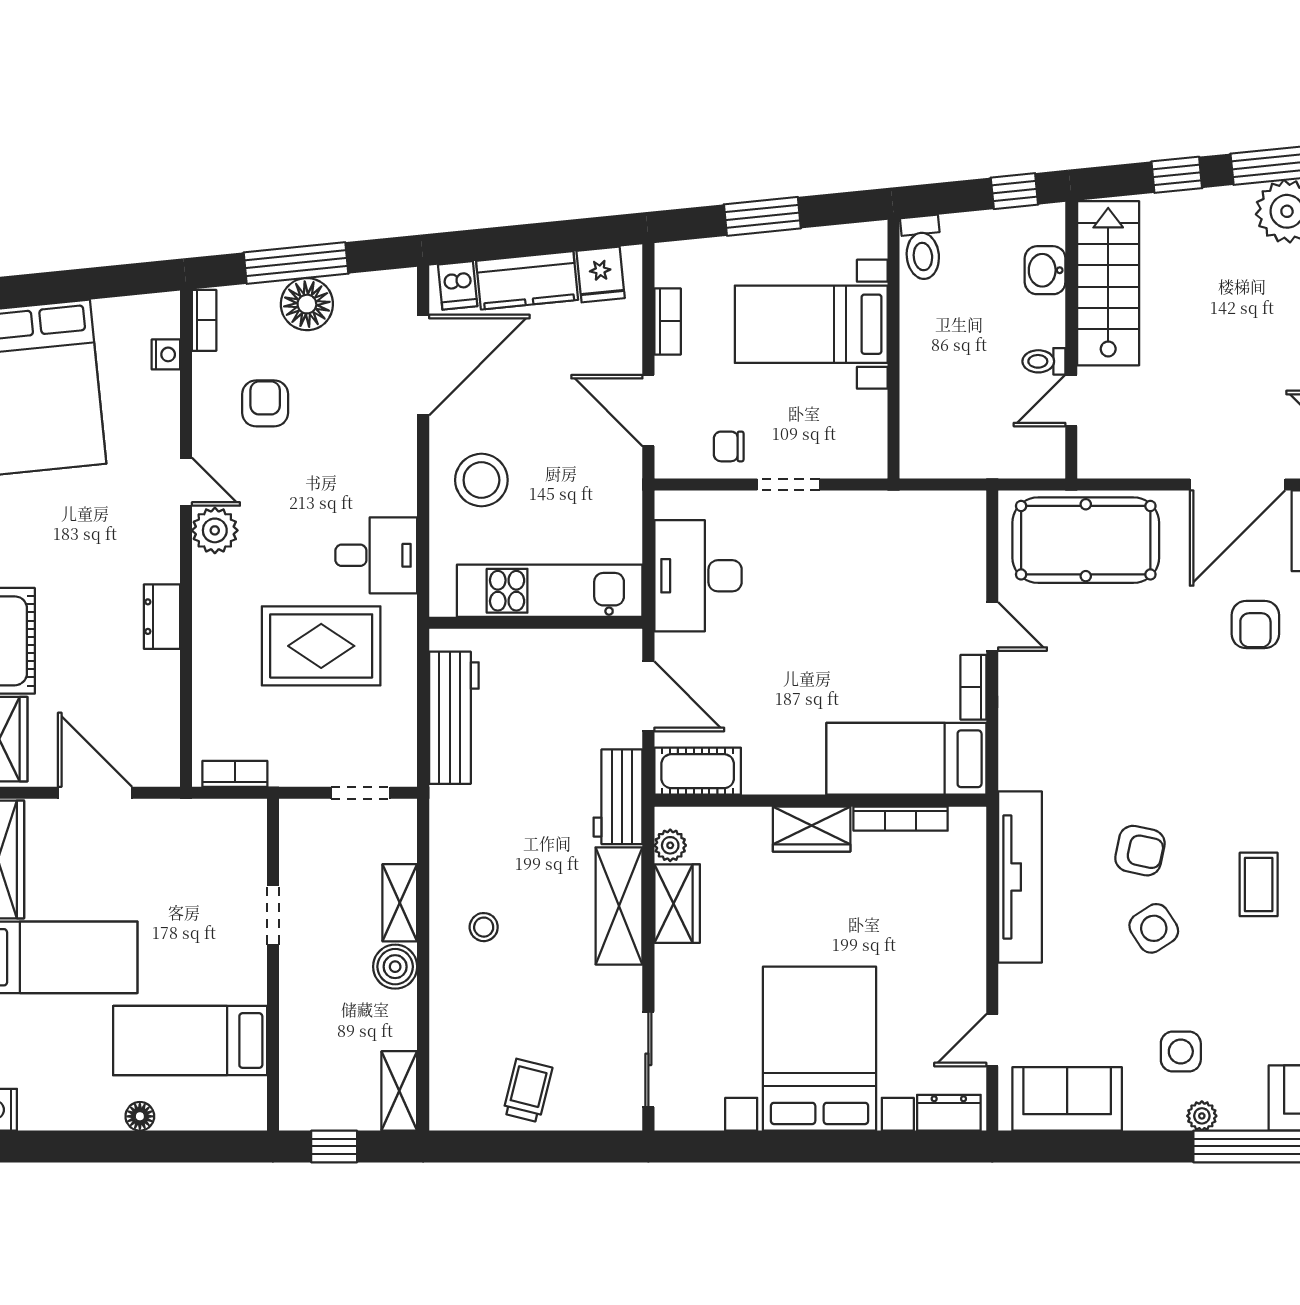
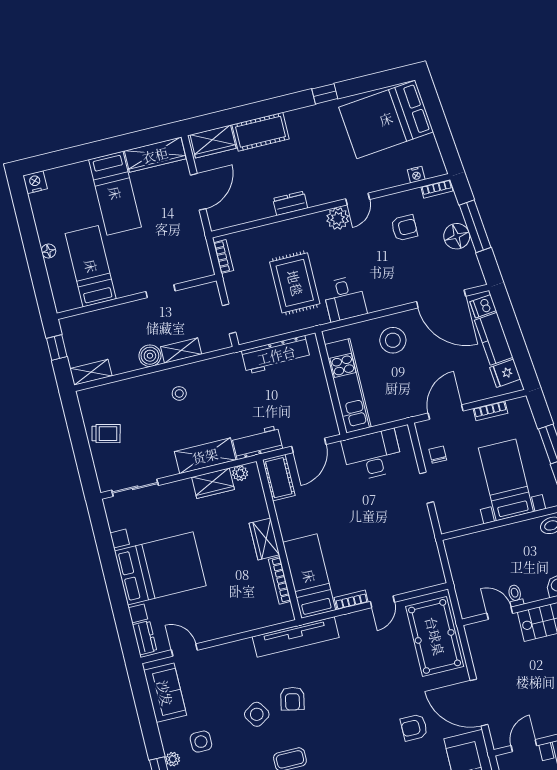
tv unit: (1020, 877) -> (296, 637), moved

